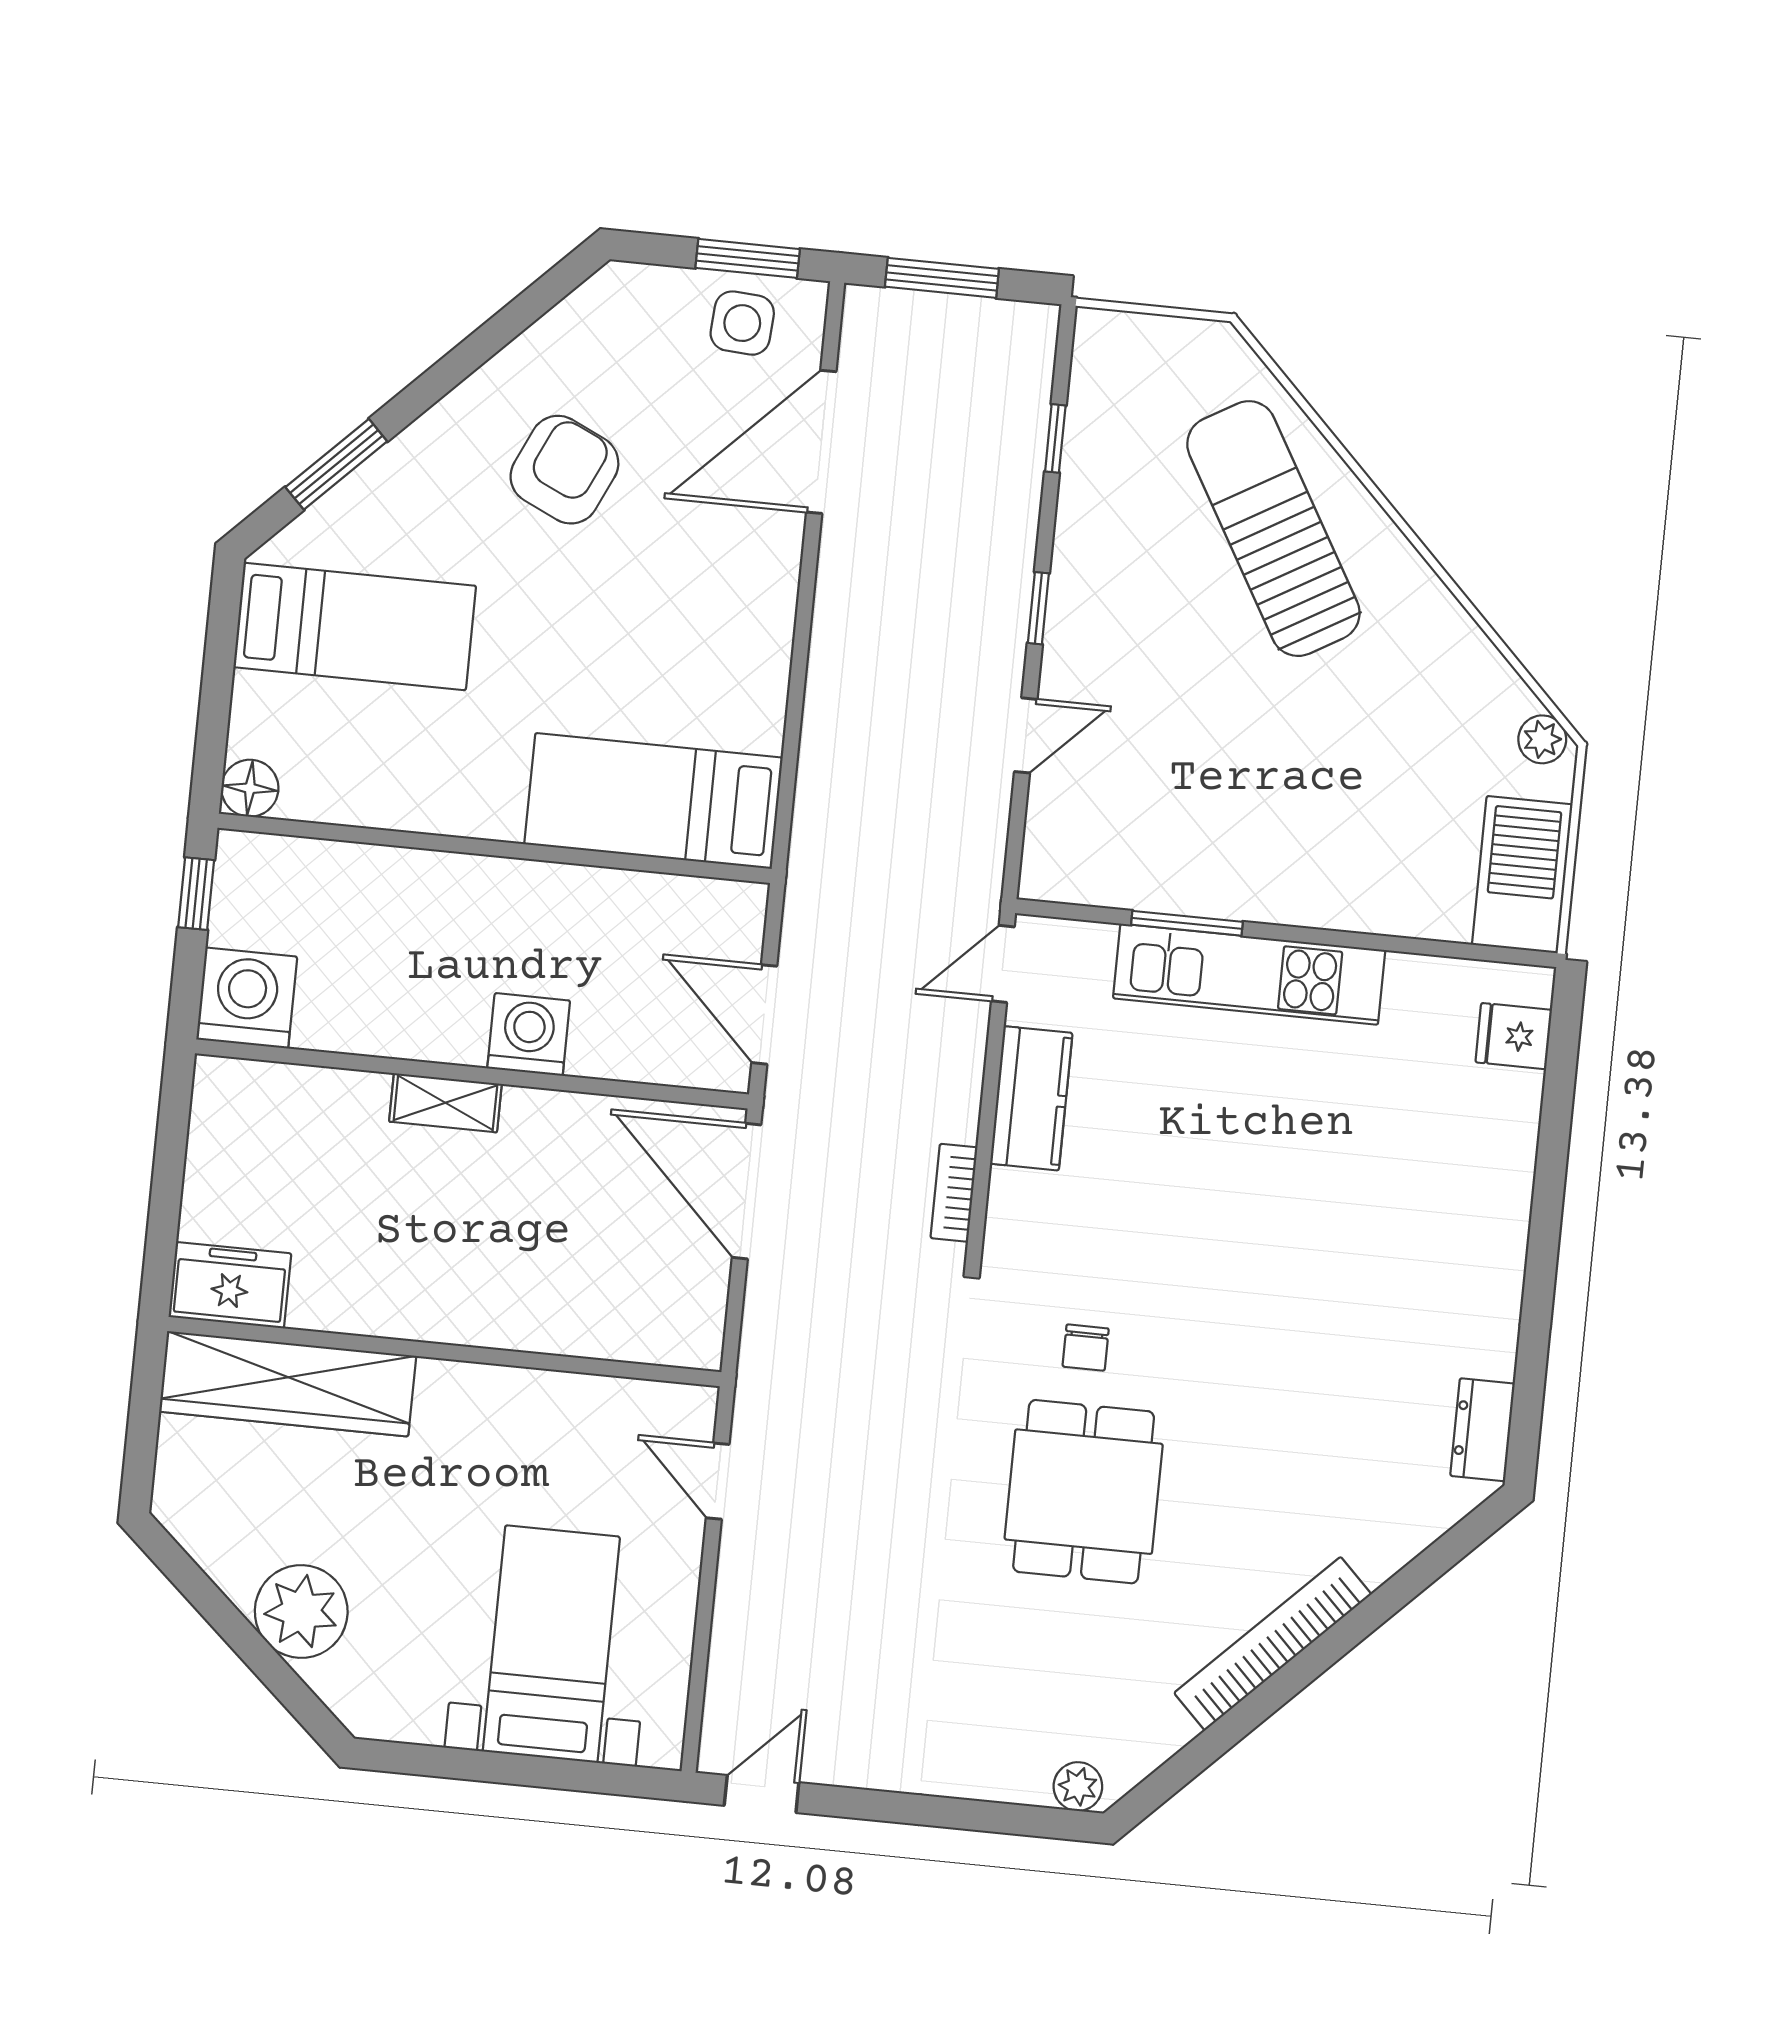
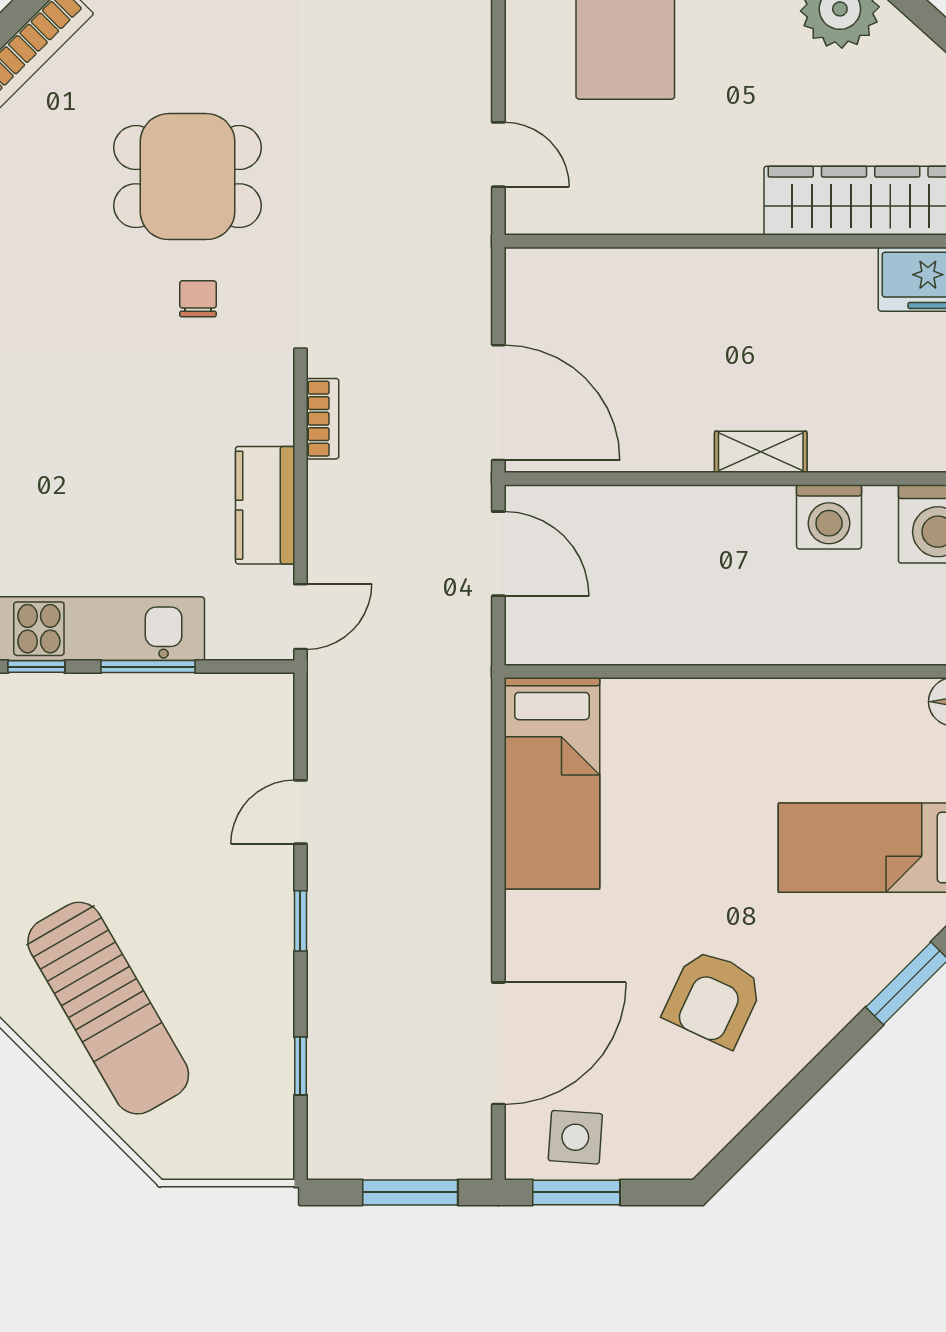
bed: (653, 801) -> (552, 783), moved, turned 90
window: (1318, 936) -> (36, 667), added
washing machine: (529, 1034) -> (829, 517), moved
dining table: (1084, 1492) -> (188, 177), turned 90

